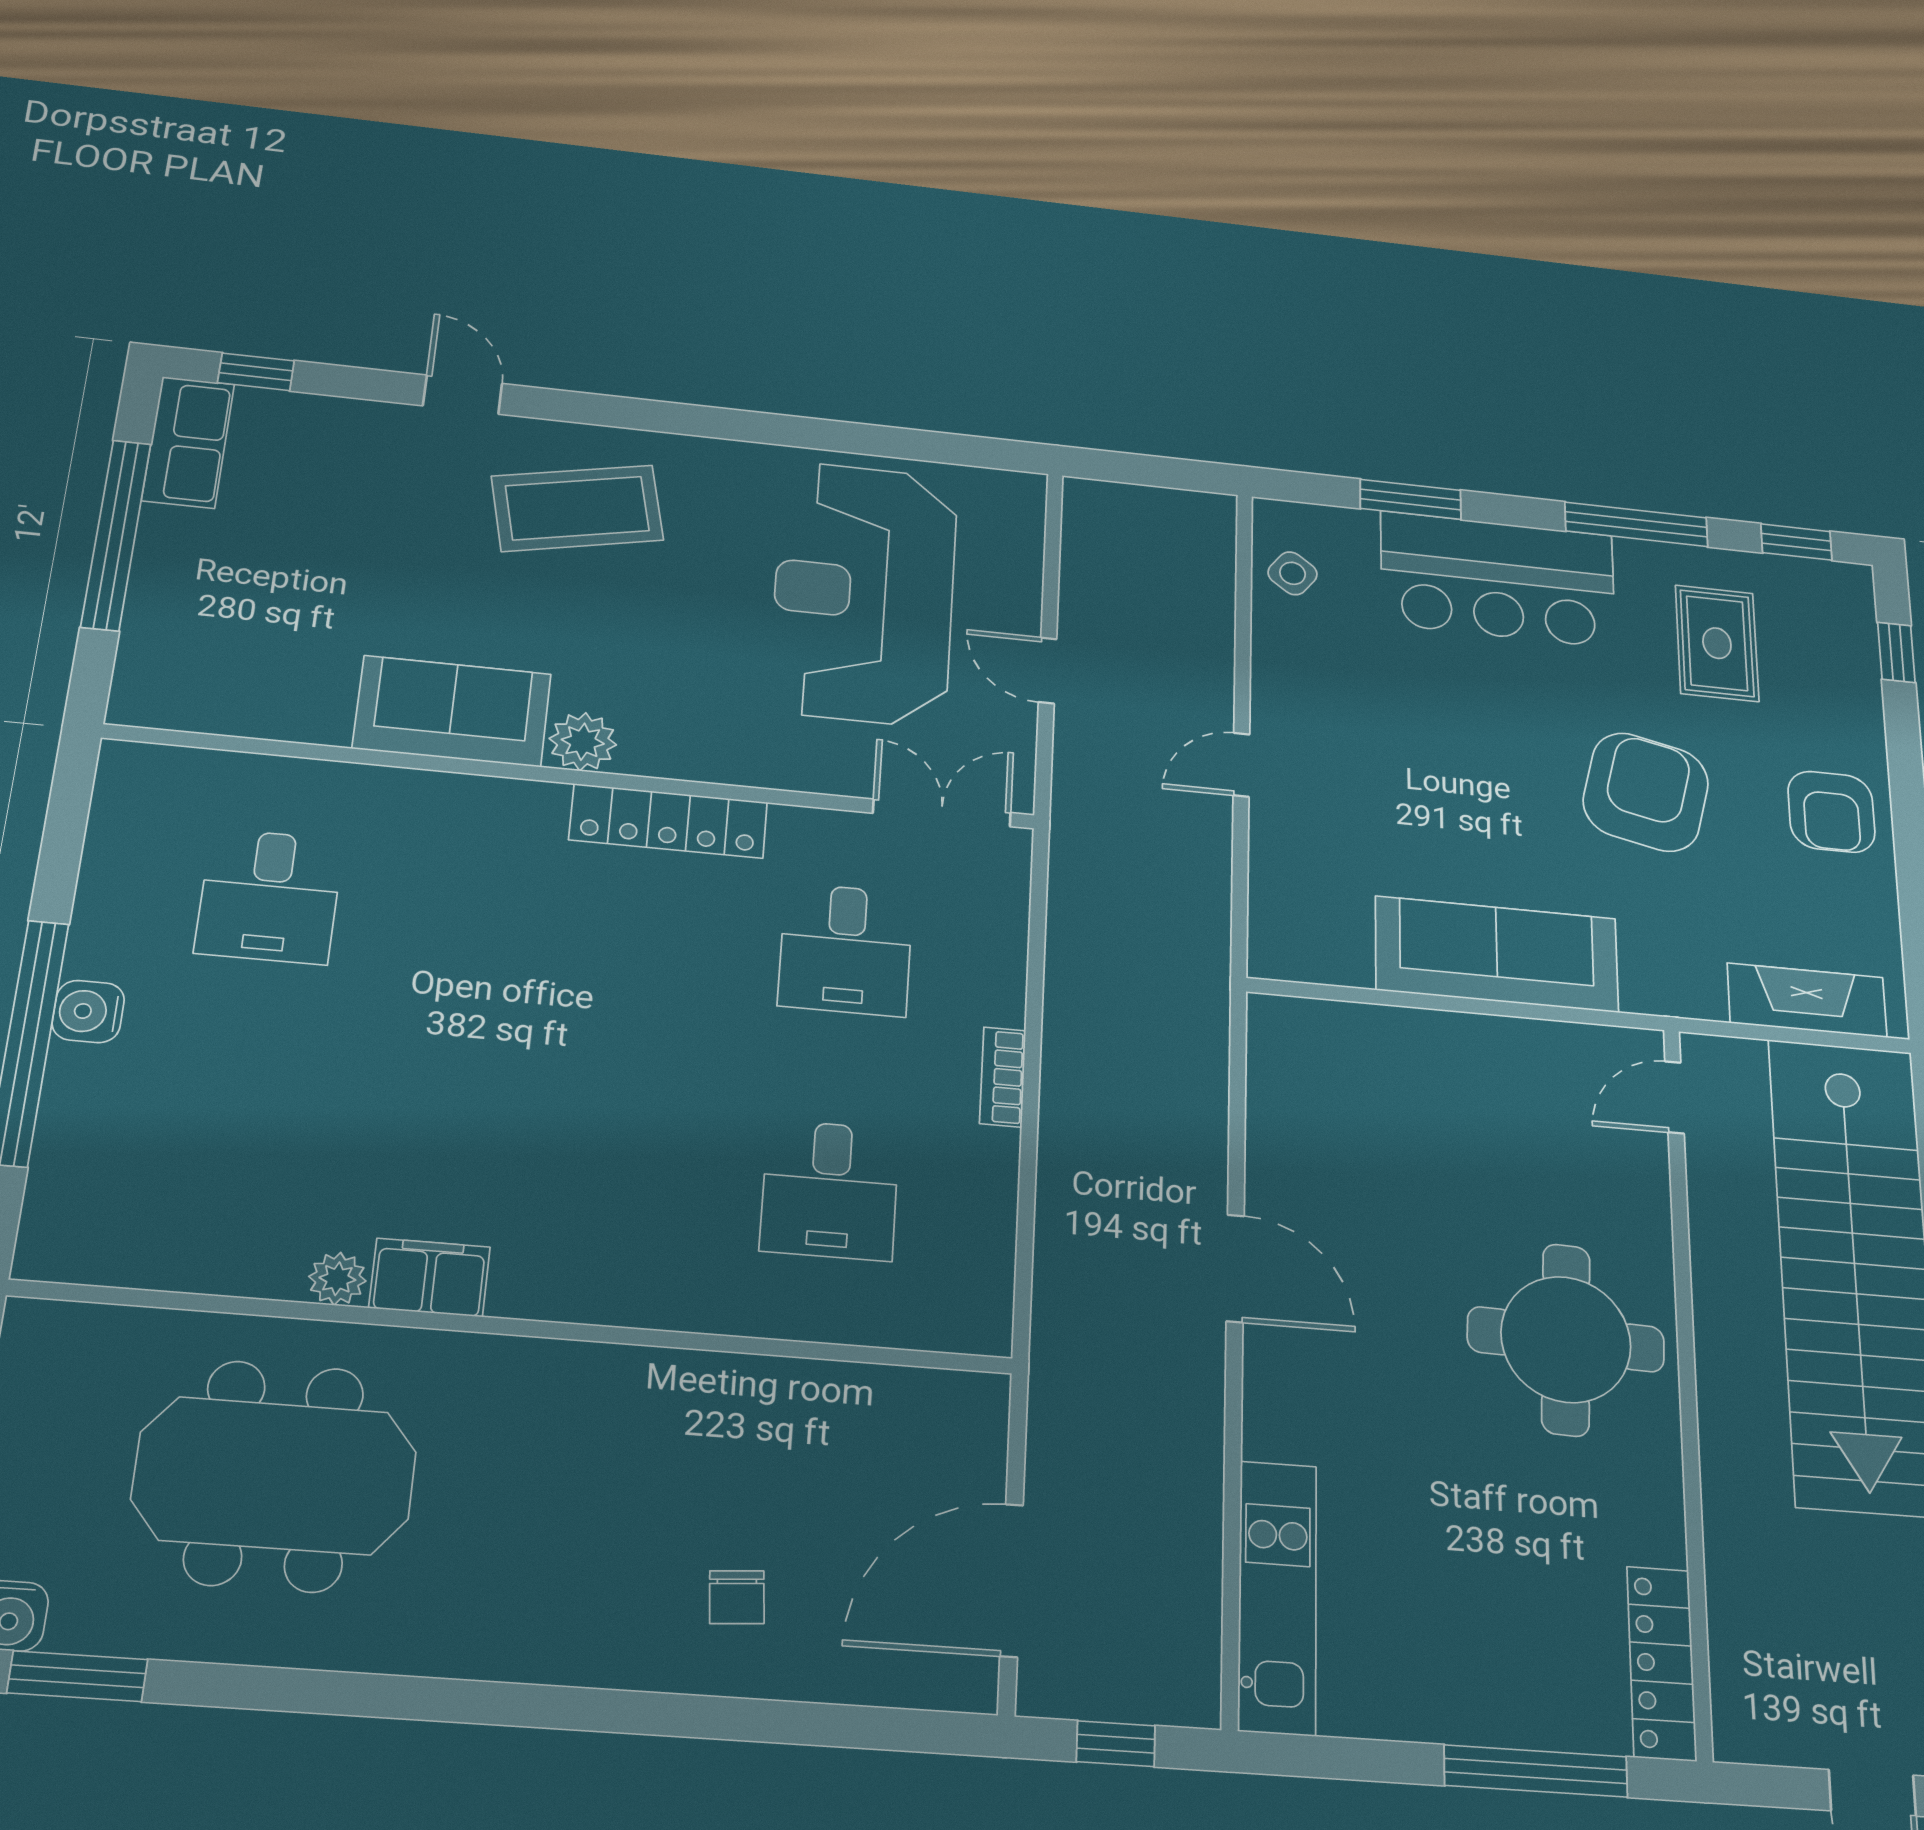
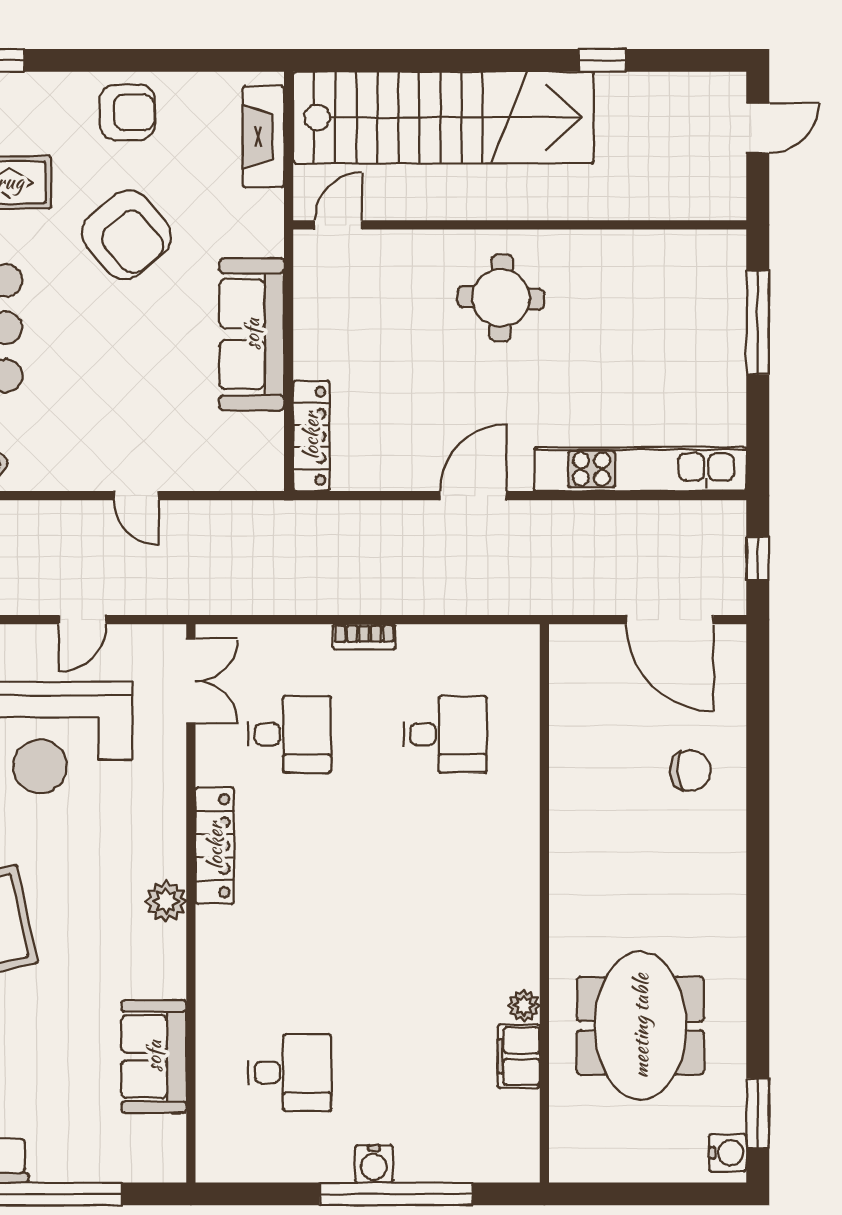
sofa: (452, 711) -> (154, 1056), moved
armchair: (1646, 792) -> (127, 235), turned -143
double door: (942, 813) -> (191, 681), swing flipped
door: (1674, 1097) -> (338, 225), swing flipped
filing cabinet: (430, 1277) -> (519, 1056), moved
round table: (1566, 1339) -> (501, 298), width x0.73, depth x0.73
chair: (737, 1597) -> (690, 771), width x1.37, depth x1.37
kitchen unit: (1278, 1597) -> (640, 469), width x1.36
locker: (1661, 1663) -> (311, 436), moved, turned -90

